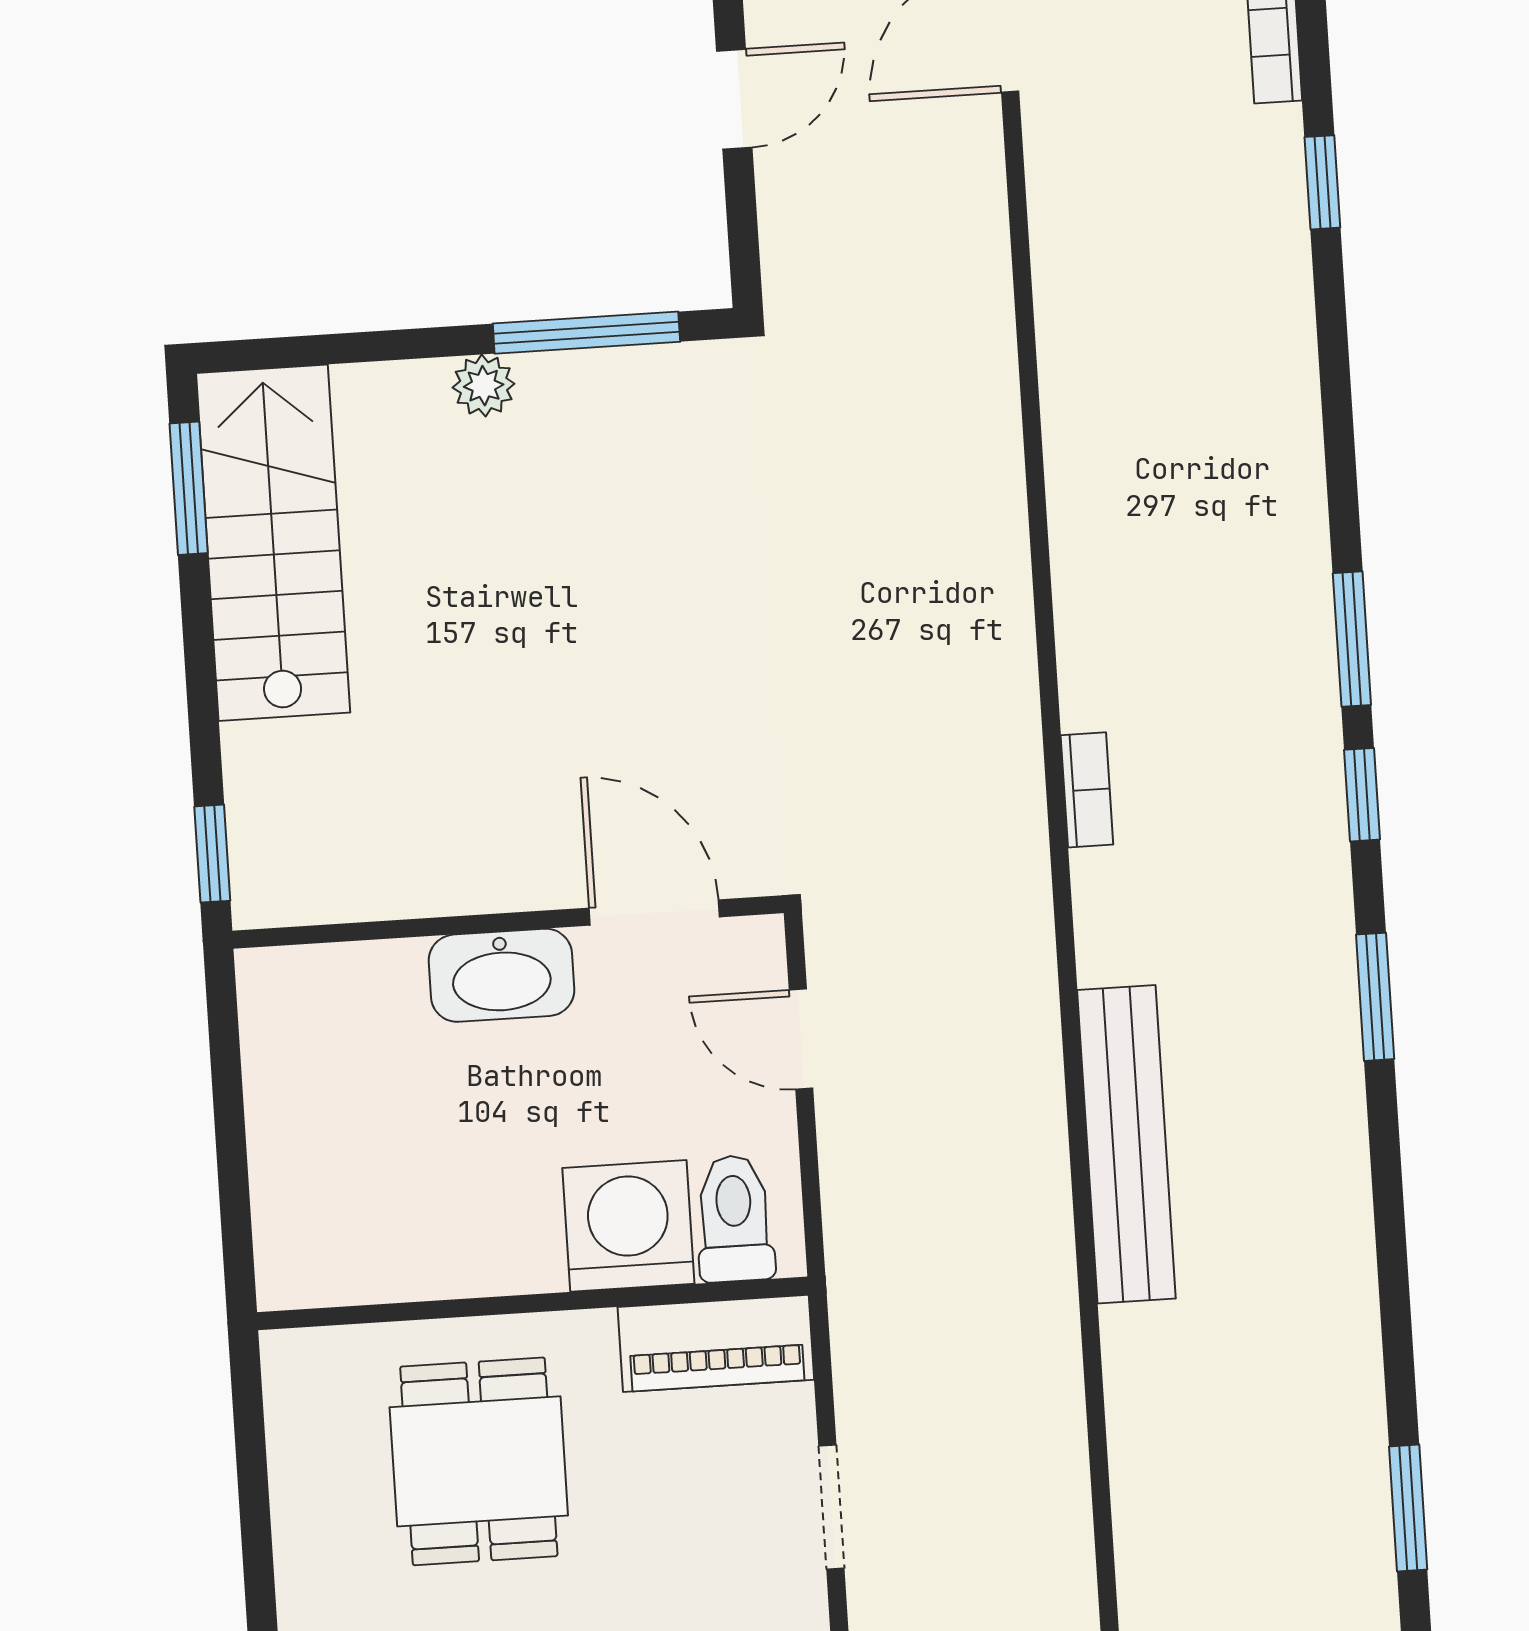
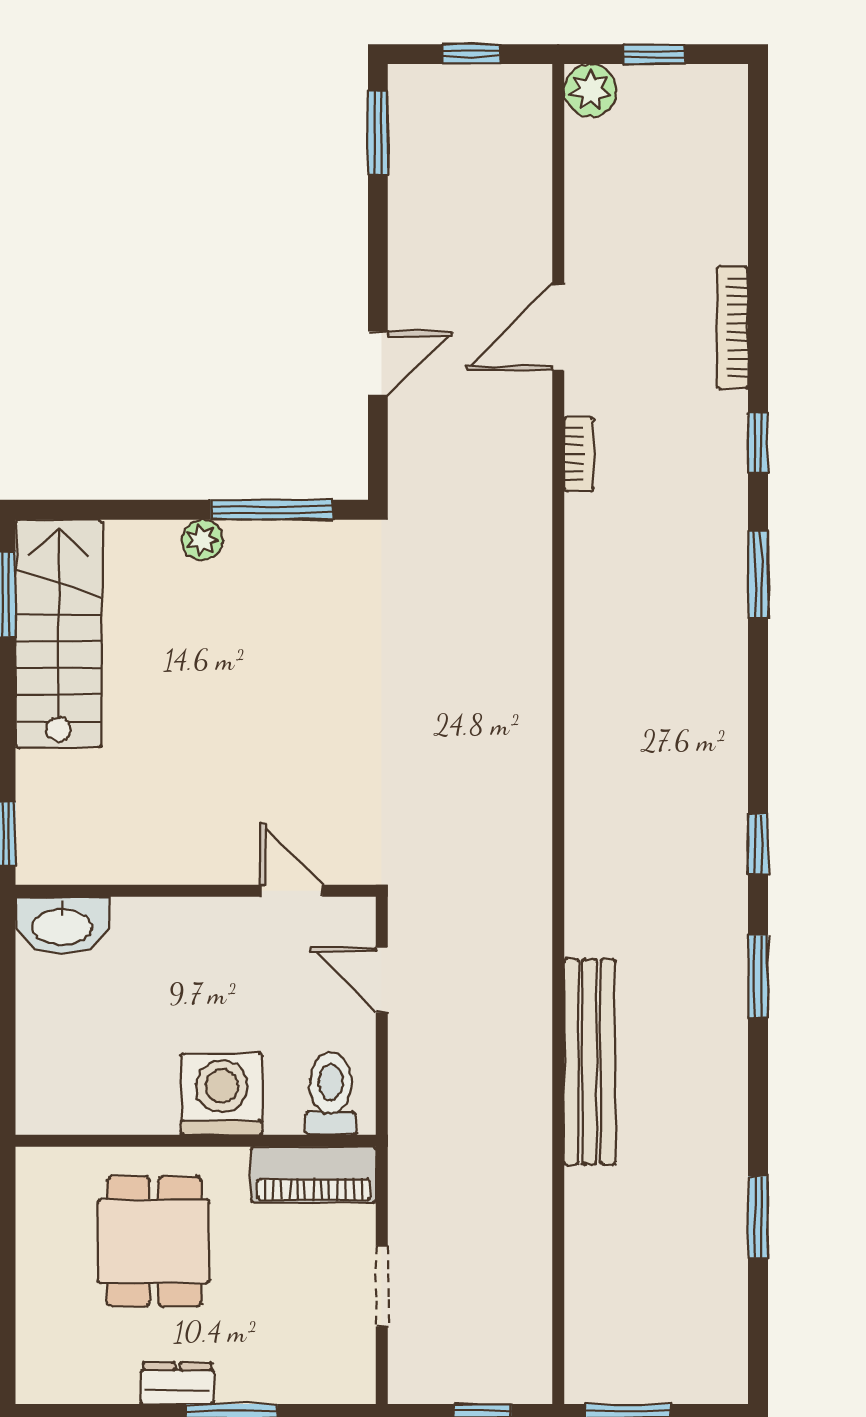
window: (1352, 639) -> (758, 575), moved
bookcase: (1087, 790) -> (579, 454), moved
door: (654, 912) -> (291, 891), width x0.73
washbasin: (501, 975) -> (62, 925), moved
washing machine: (628, 1226) -> (222, 1094), moved
window: (1408, 1508) -> (758, 1217), moved

